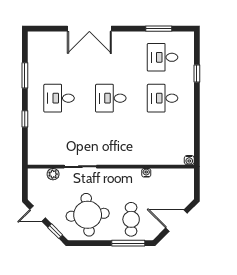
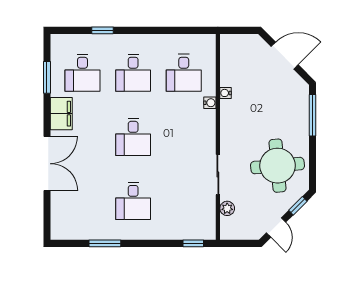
filing cabinet: (130, 40) -> (61, 114), added
window: (25, 119) -> (193, 243), moved
desk: (163, 139) -> (184, 73), added
water cooler: (189, 160) -> (210, 103), moved
cafe table: (131, 219) -> (283, 112), removed
door: (176, 221) -> (285, 56), swing flipped

